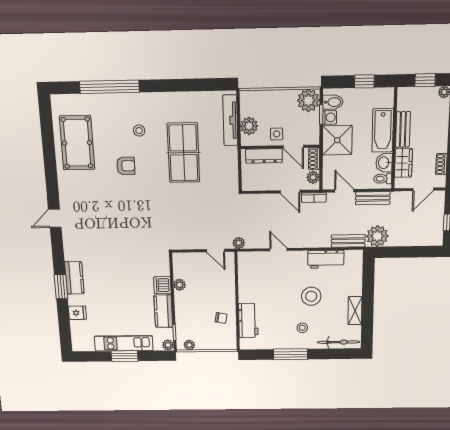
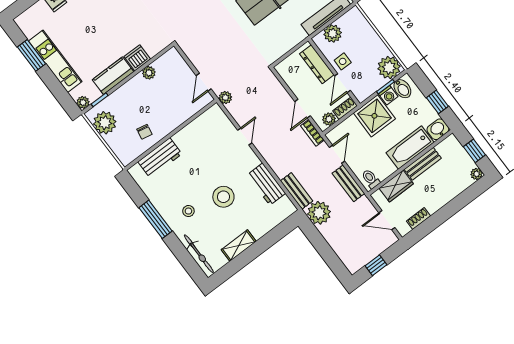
washbasin: (384, 163) -> (438, 129), moved
plant: (189, 345) -> (105, 123), width x1.87, depth x1.87
window: (125, 356) -> (32, 55), moved

